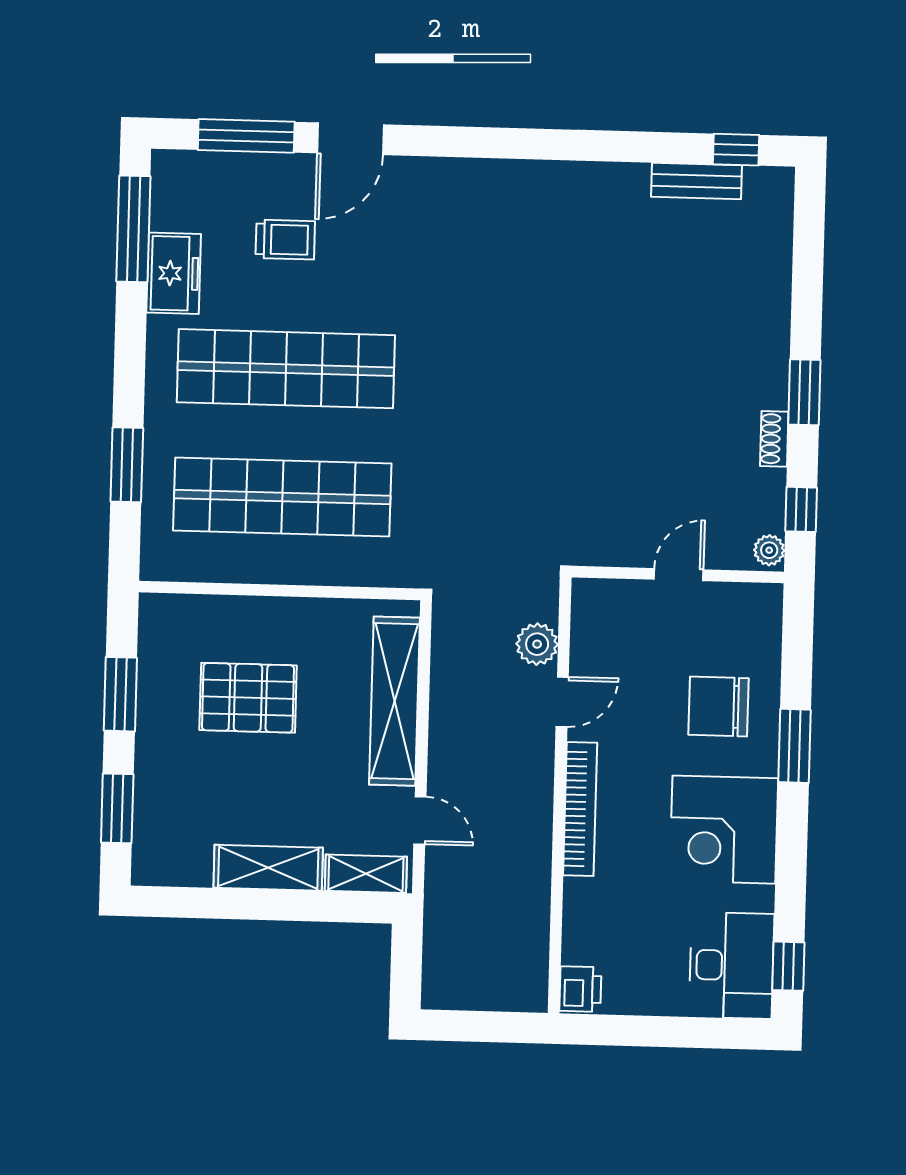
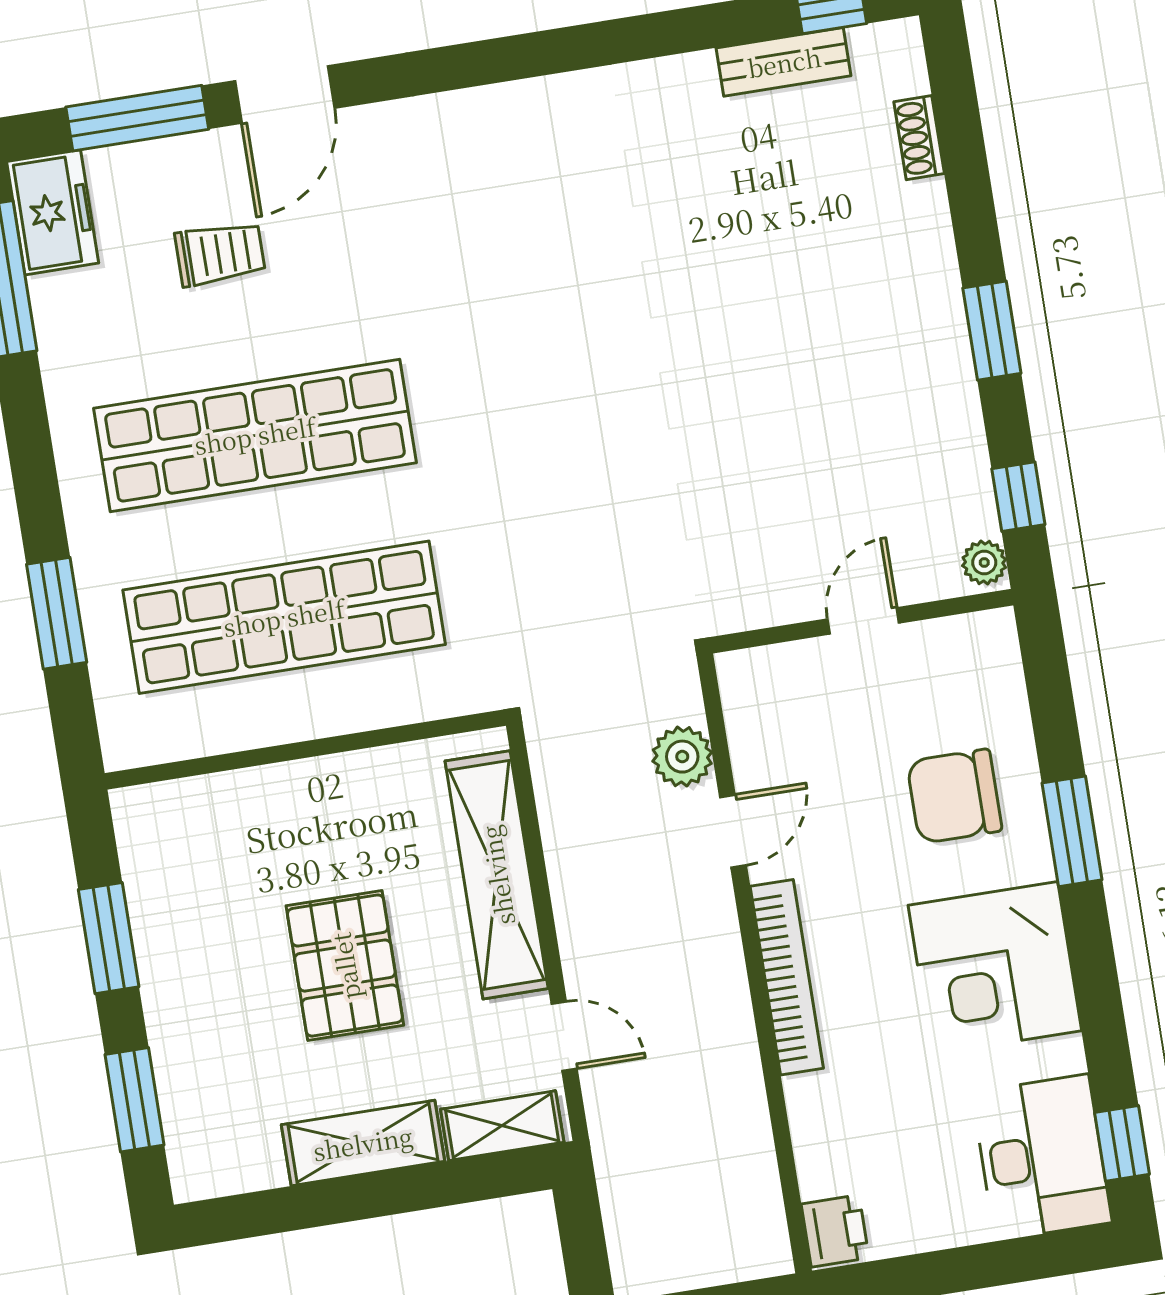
freezer: (174, 273) -> (53, 212), moved
shoe rack: (774, 439) -> (919, 138), moved
pallet: (248, 698) -> (345, 966), moved, turned 90

